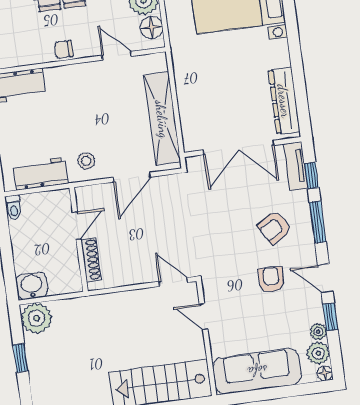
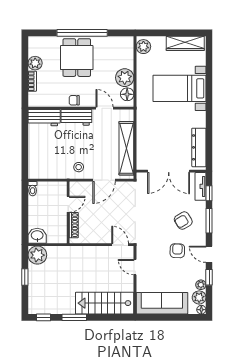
workbench: (41, 174) -> (76, 117), moved, turned 180

